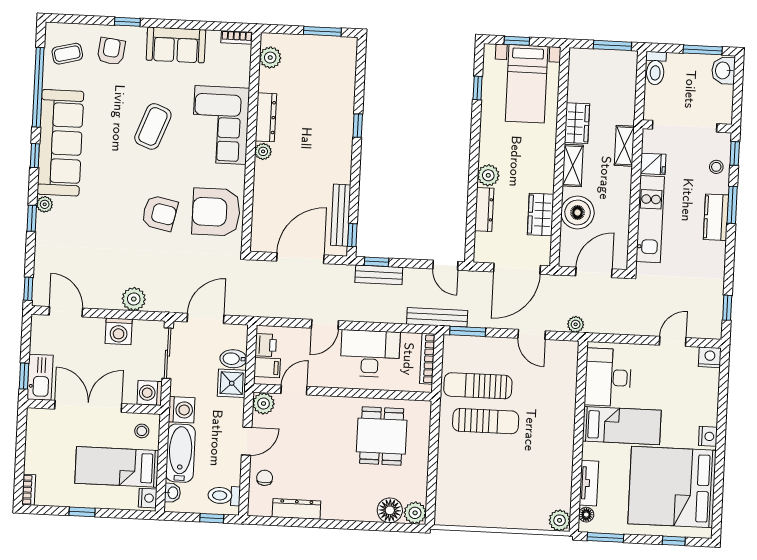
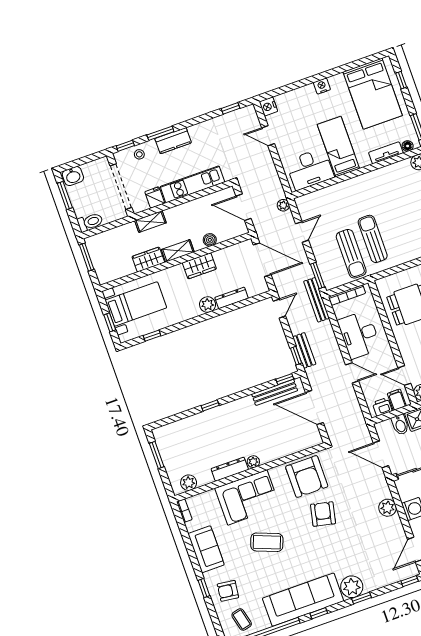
plant: (45, 204) -> (352, 587), width x1.87, depth x1.87
boiler: (578, 212) -> (210, 240), width x0.54, depth x0.54
wardrobe: (541, 215) -> (199, 266), moved
bed: (672, 487) -> (373, 94), width x0.73

